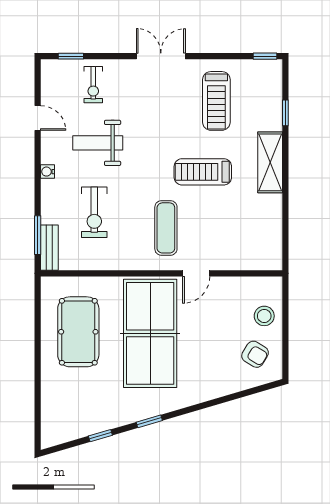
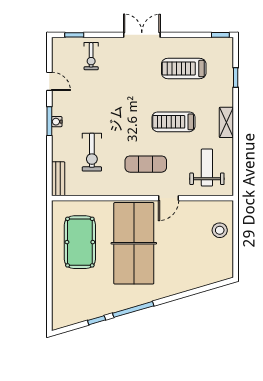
treadmill: (216, 101) -> (184, 68), turned 90
weight bench: (98, 143) -> (207, 168), moved, turned 90
shelving: (270, 162) -> (226, 122), width x0.67, depth x0.75
exercise mat: (166, 228) -> (146, 164), turned 90
window: (38, 235) -> (49, 121), moved
armchair: (255, 354) -> (213, 259), removed
window: (149, 421) -> (133, 309), width x2.17

